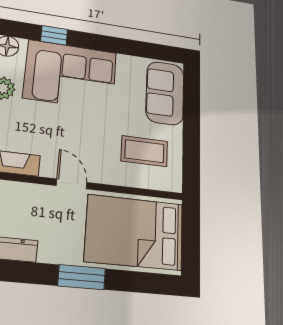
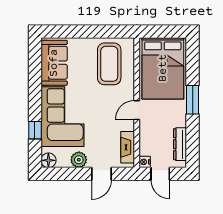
sofa: (165, 93) -> (54, 63), moved, turned -90
coffee table: (144, 151) -> (109, 64), width x1.36, depth x1.32

